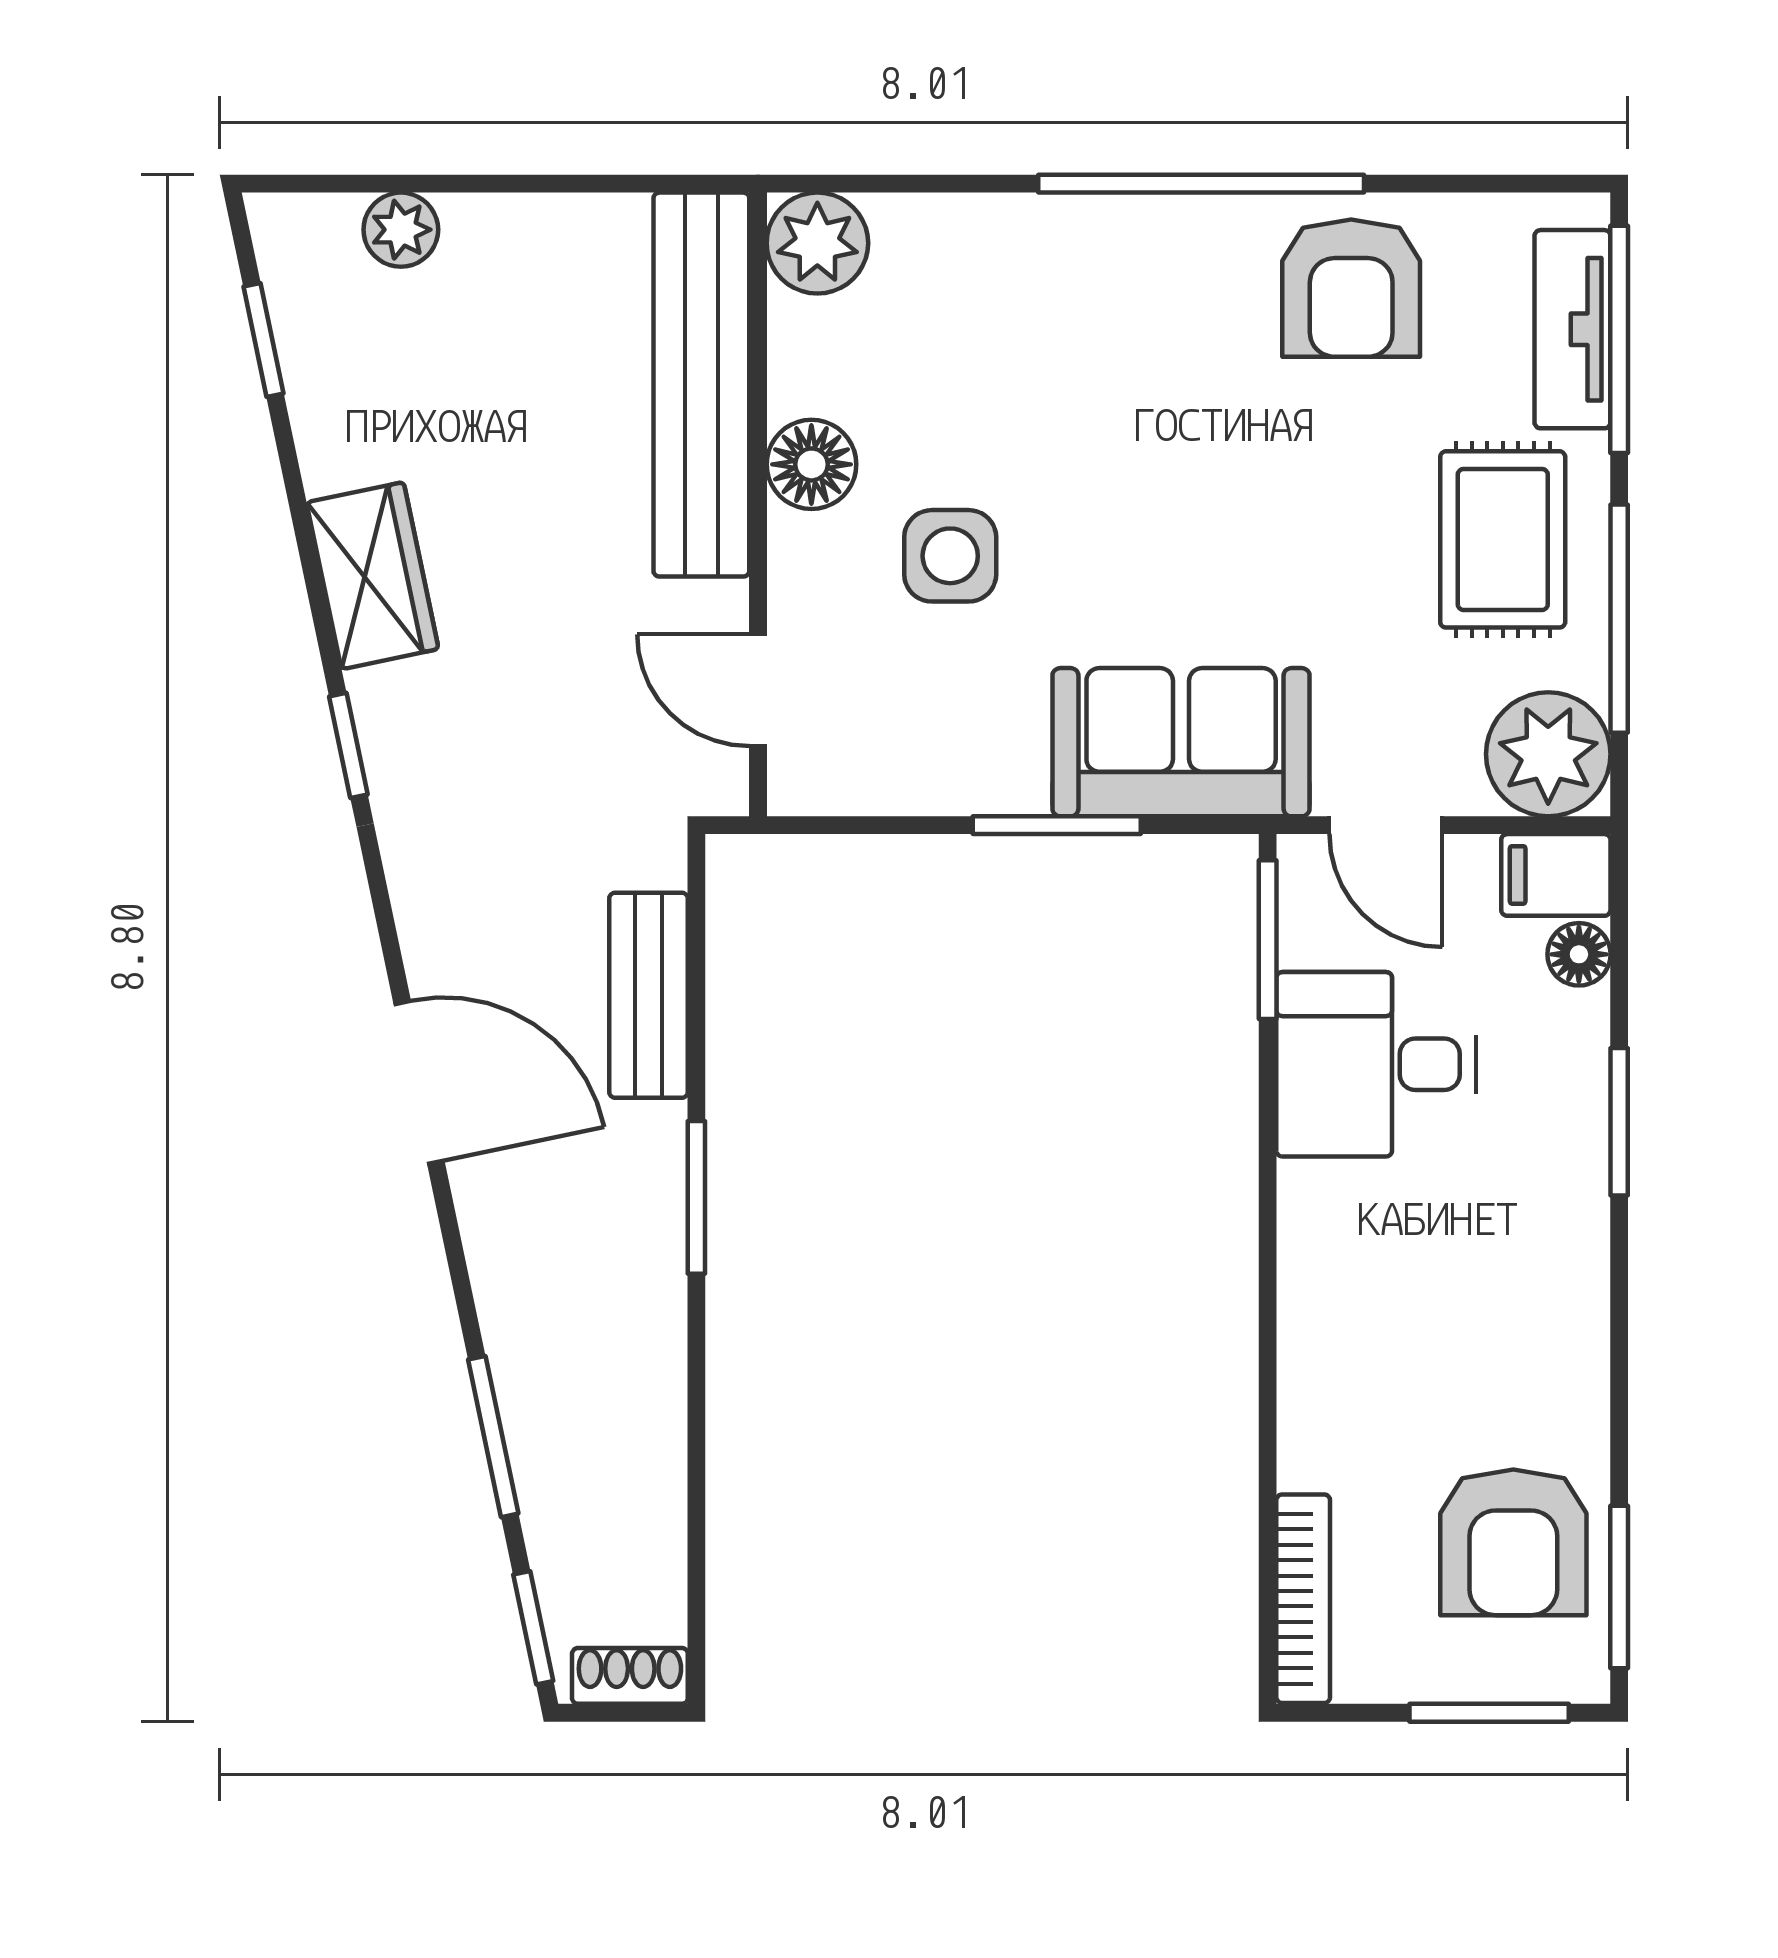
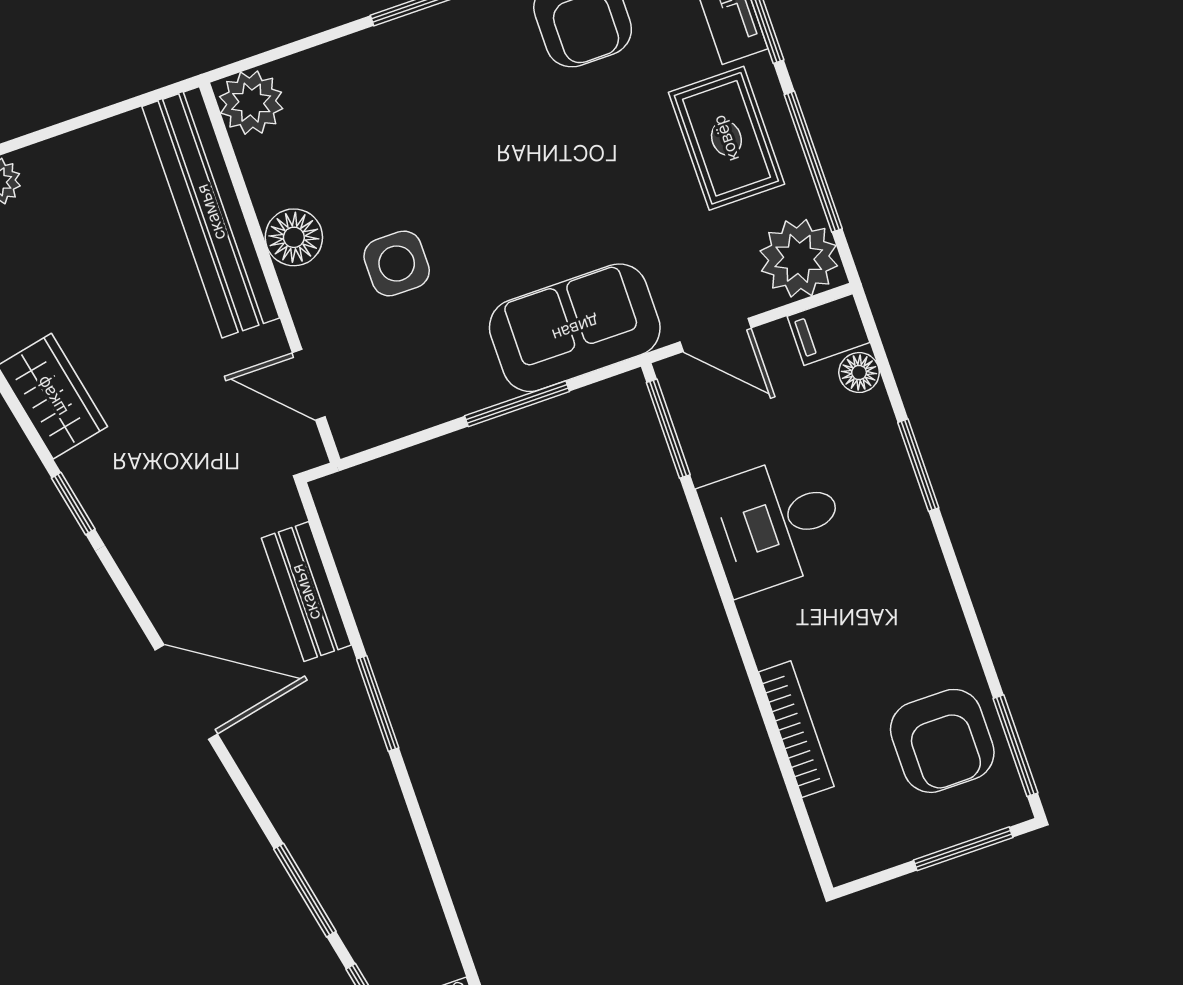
desk: (1376, 1064) -> (774, 524), moved
bookcase: (1303, 1599) -> (796, 729), moved

